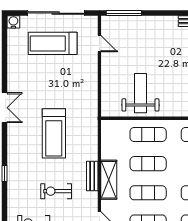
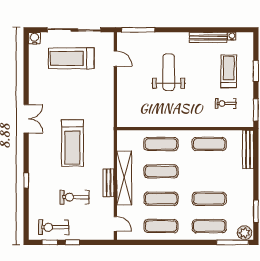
weight bench: (140, 93) -> (169, 72), moved
shelving: (109, 180) -> (124, 178), width x1.47

